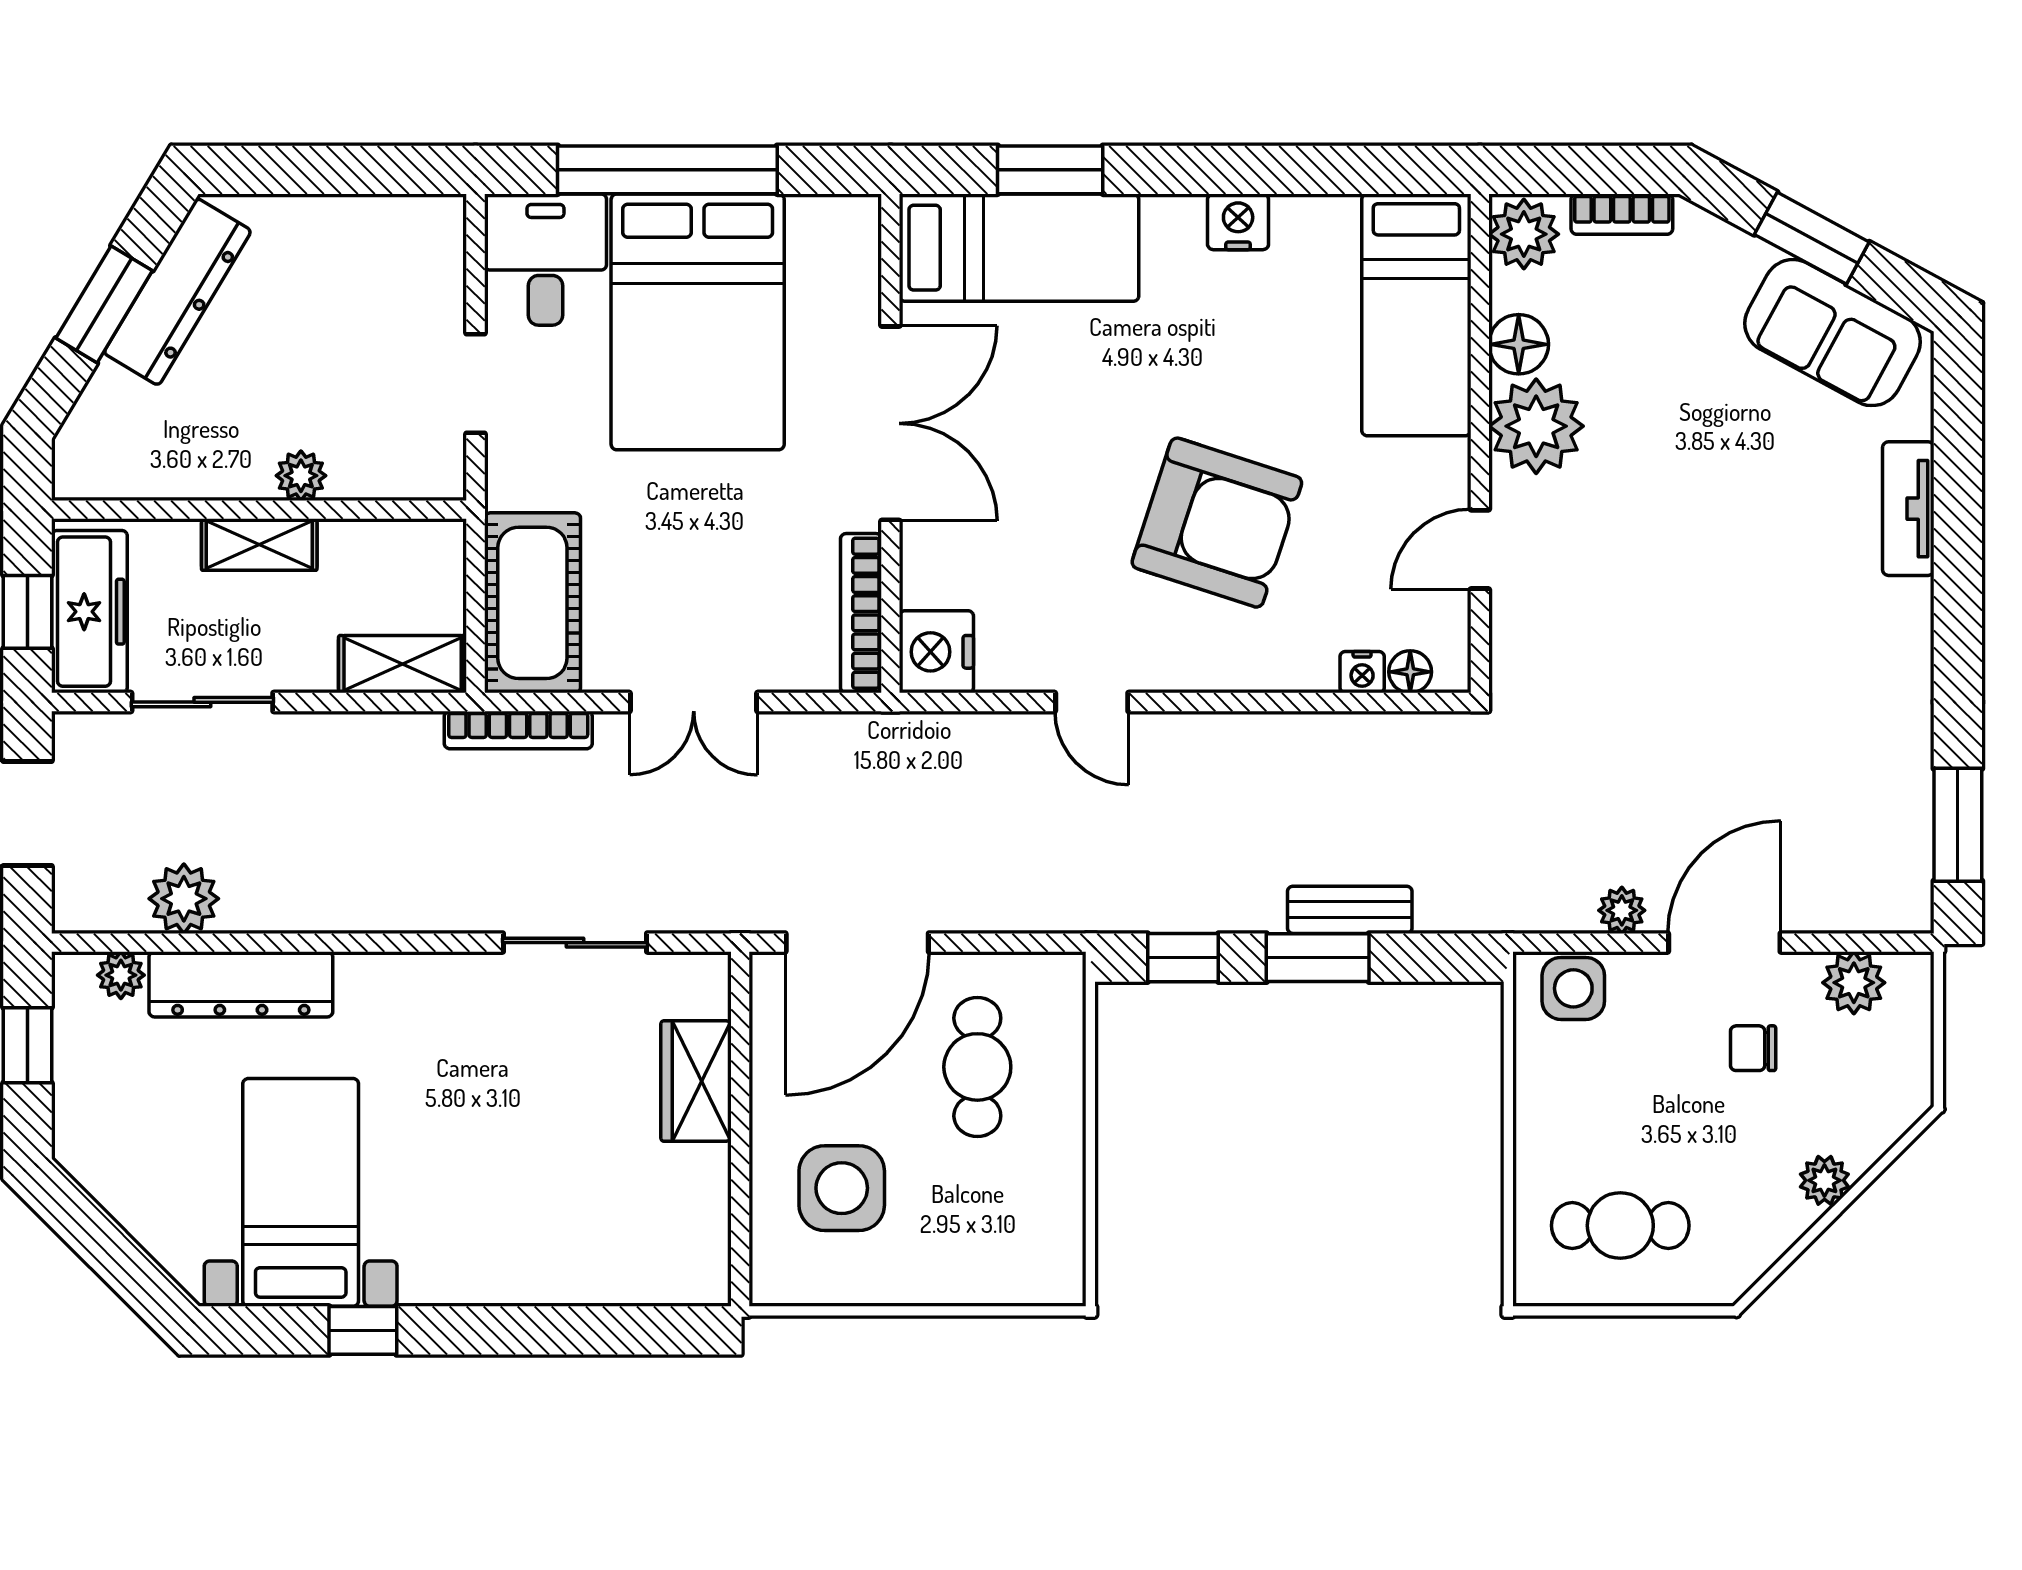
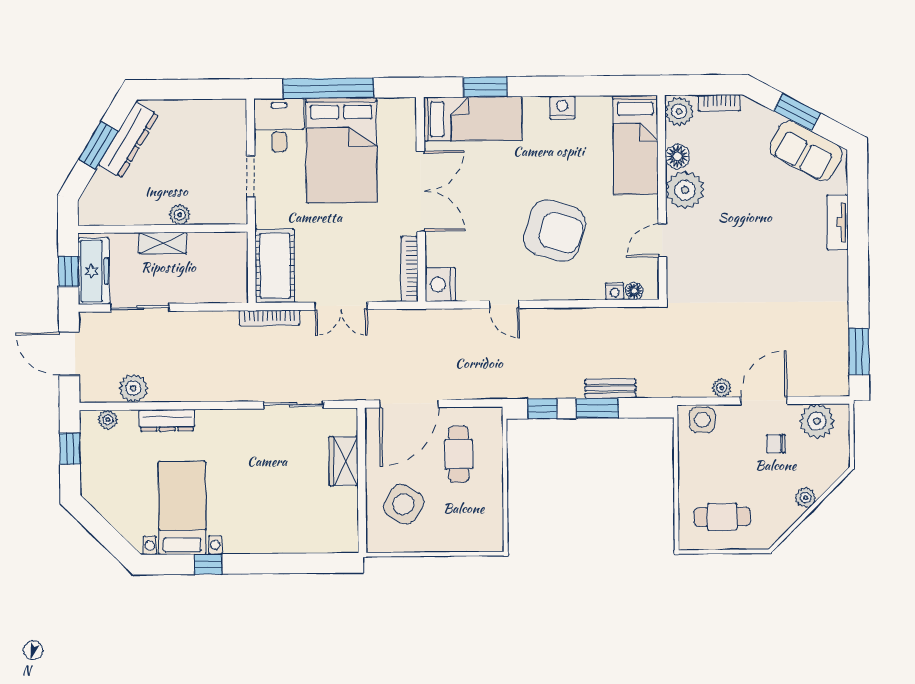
shelving: (403, 664) -> (222, 291), removed
plant: (1854, 983) -> (817, 421), width x1.36, depth x1.36
dresser: (241, 984) -> (167, 420), width x0.73, depth x0.80
side table: (842, 1188) -> (404, 504), turned 31

